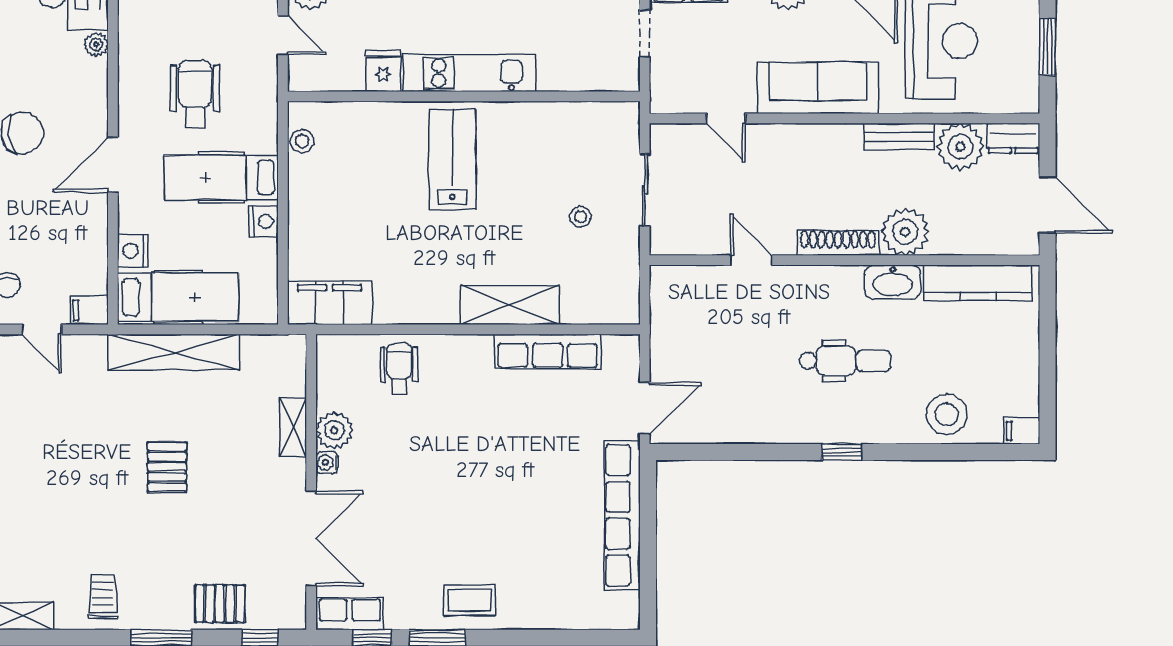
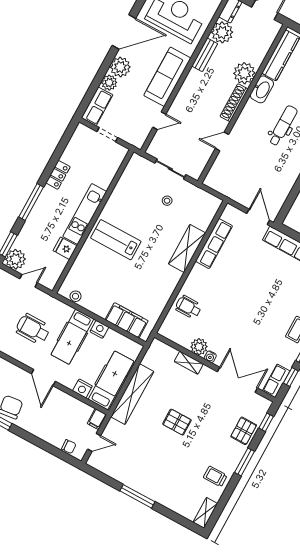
filing cabinet: (330, 303) -> (127, 320), moved, turned 90

